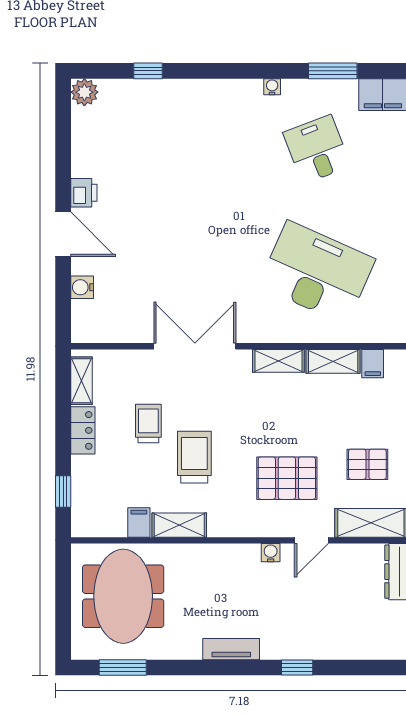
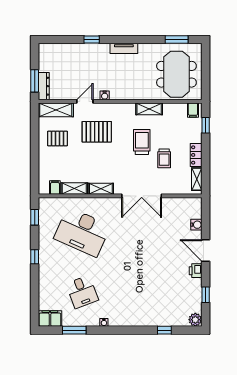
window: (63, 143) -> (206, 295), added
trolley: (194, 457) -> (142, 142), turned 180
filing cabinet: (139, 522) -> (193, 110), moved

